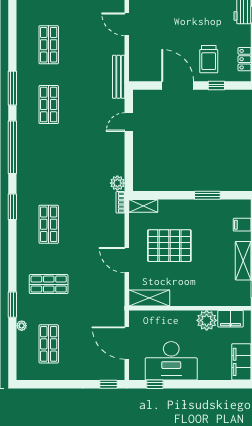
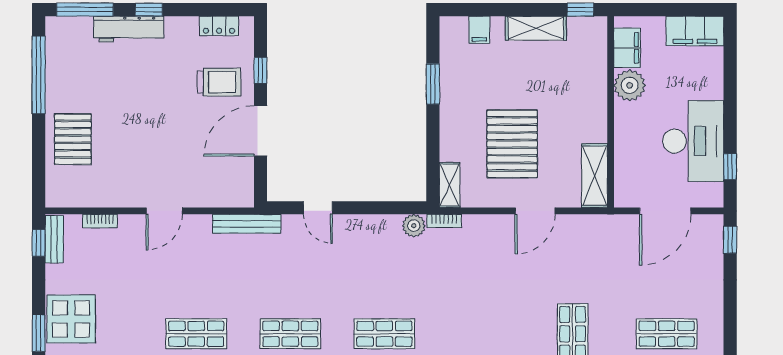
shop shelf: (49, 224) -> (384, 334), moved

